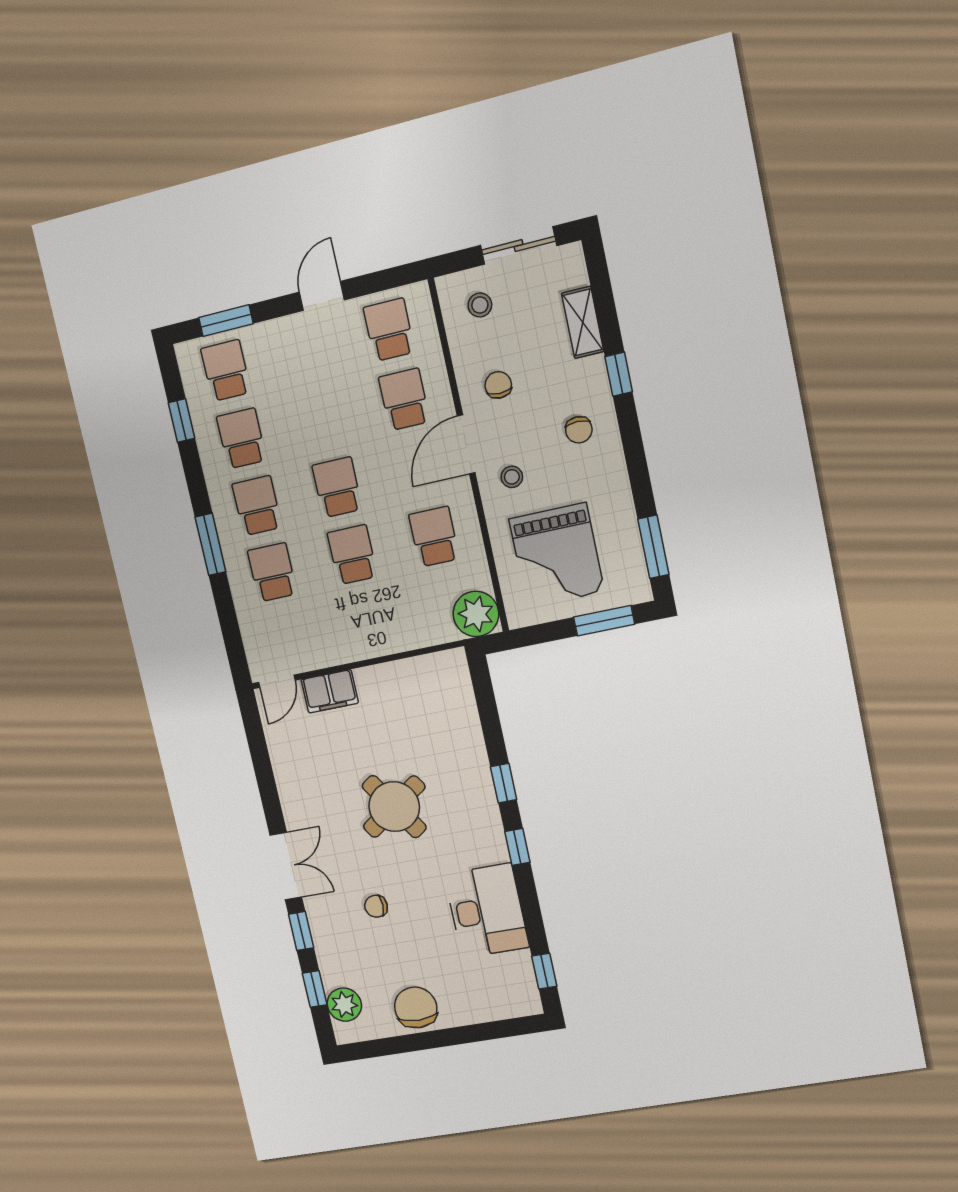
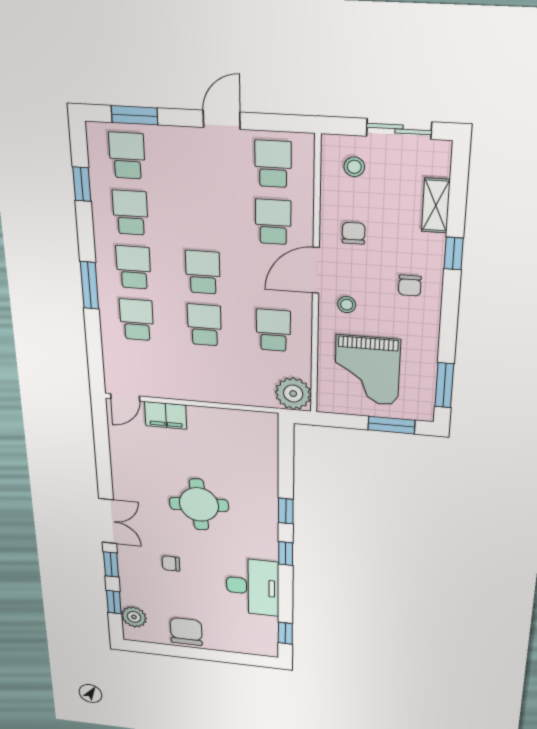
round table: (394, 807) -> (199, 504), turned 30

